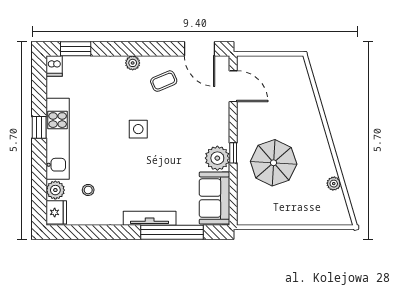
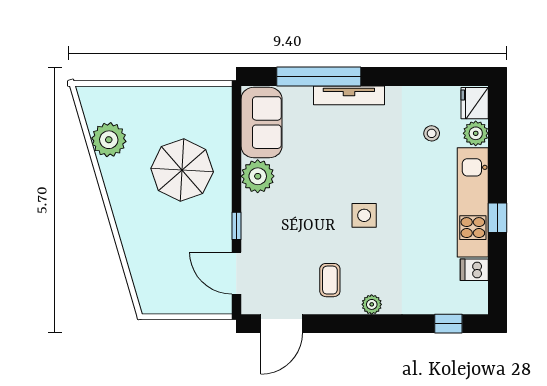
window: (76, 49) -> (448, 324), width x0.67
door: (200, 49) -> (282, 324), swing flipped
dishwasher: (54, 66) -> (474, 270), moved, turned -90
coffee table: (164, 81) -> (330, 280), turned -67
window: (233, 153) -> (236, 226), moved
plant: (334, 184) -> (109, 140), width x1.88, depth x1.88

